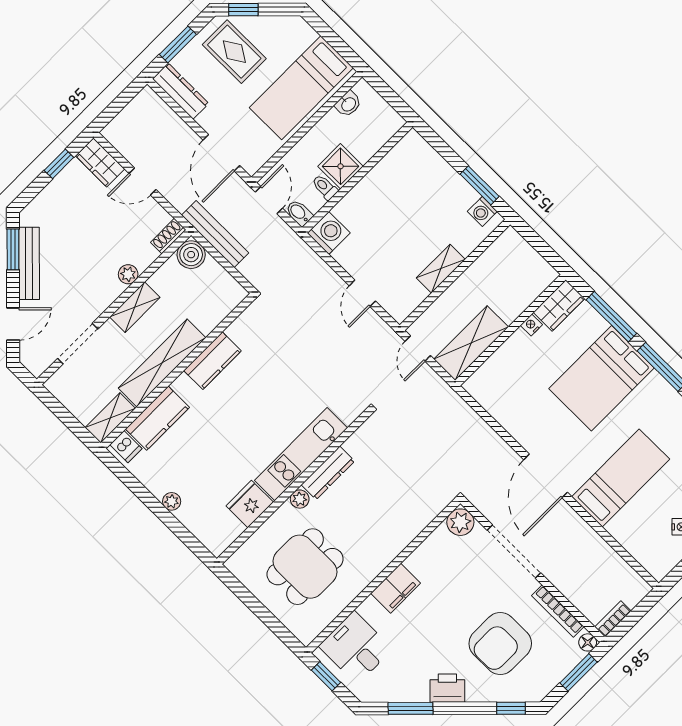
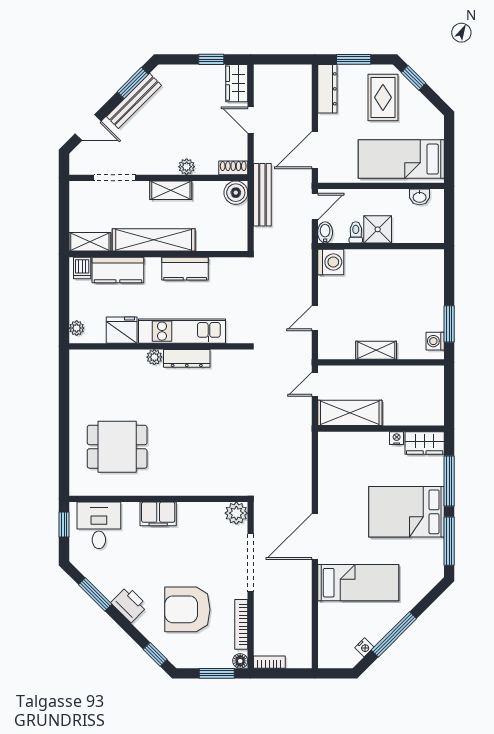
kitchen unit: (301, 454) -> (182, 331), moved
dresser: (328, 473) -> (187, 358), moved
wall: (294, 487) -> (158, 346), moved
plant: (300, 499) -> (154, 357), moved
fridge: (250, 504) -> (122, 330), moved

